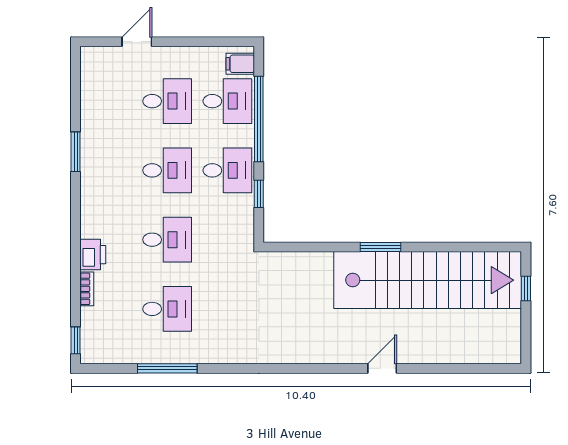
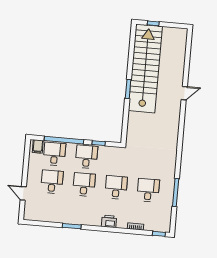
printer: (93, 255) -> (109, 221), moved
door: (382, 368) -> (184, 93), swing flipped

